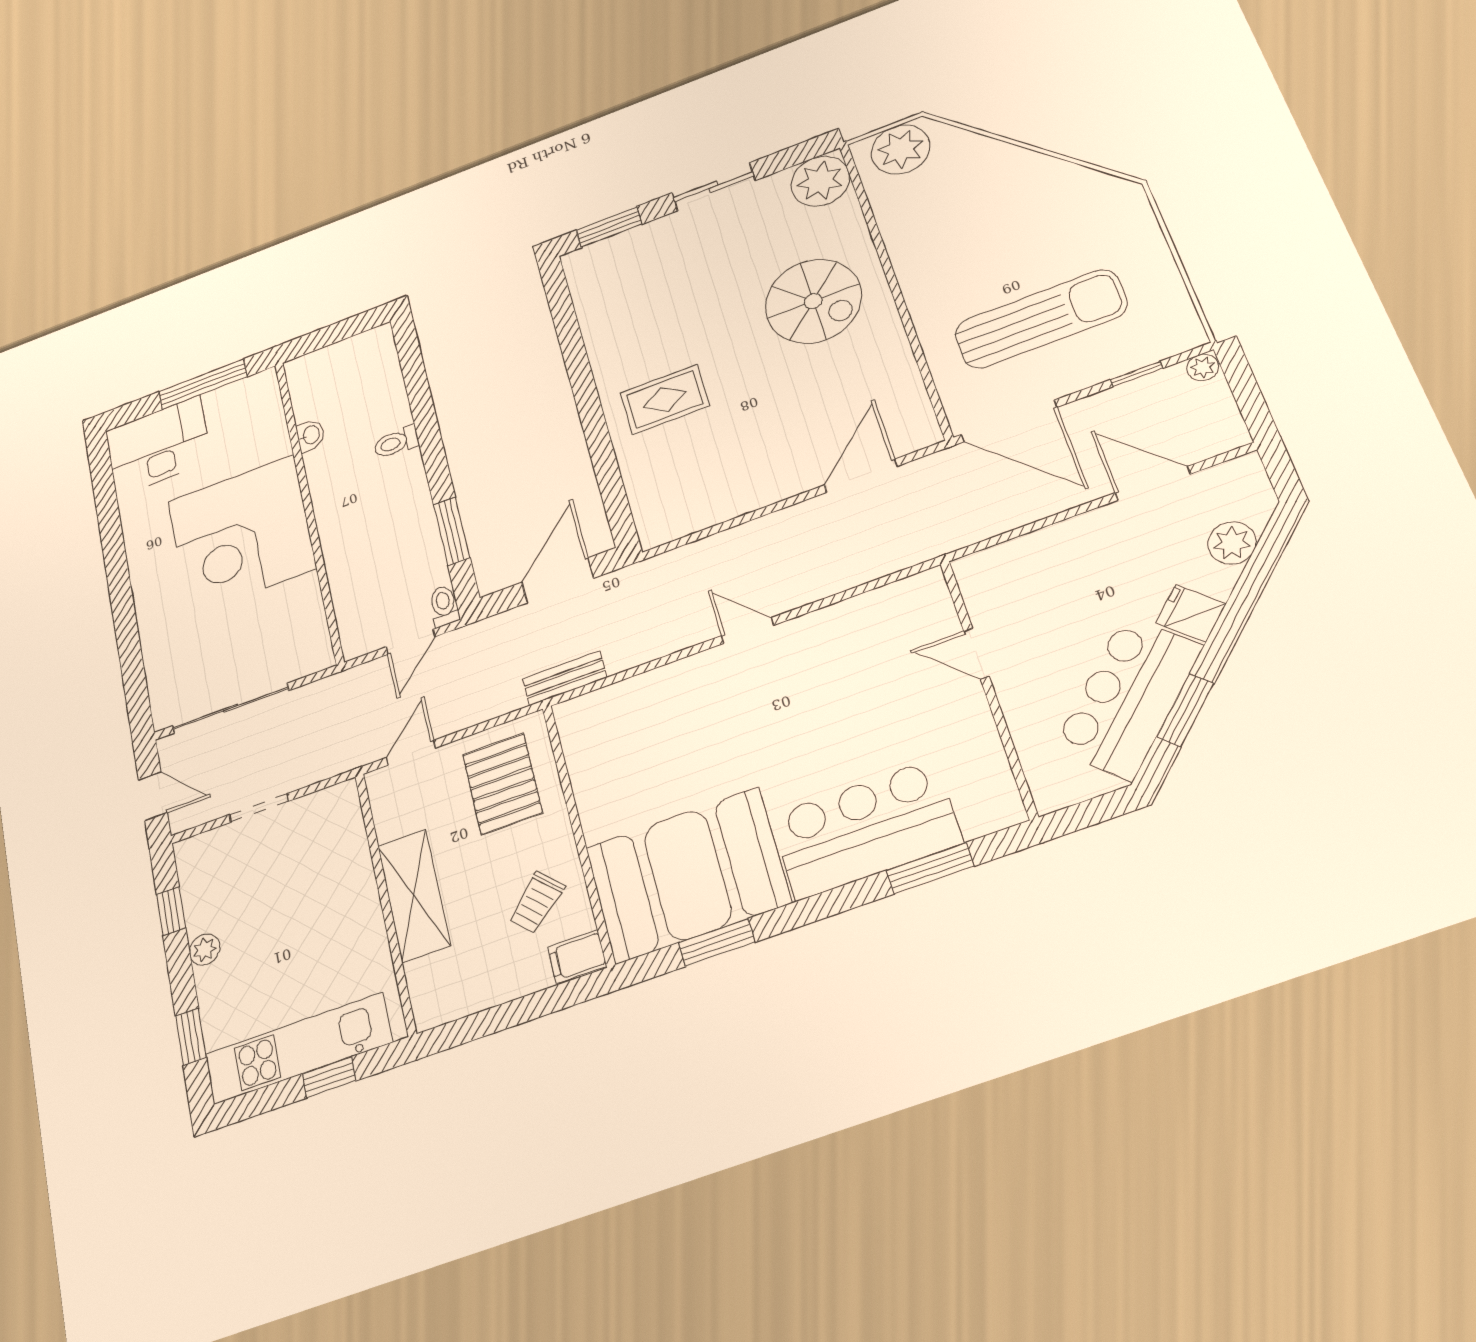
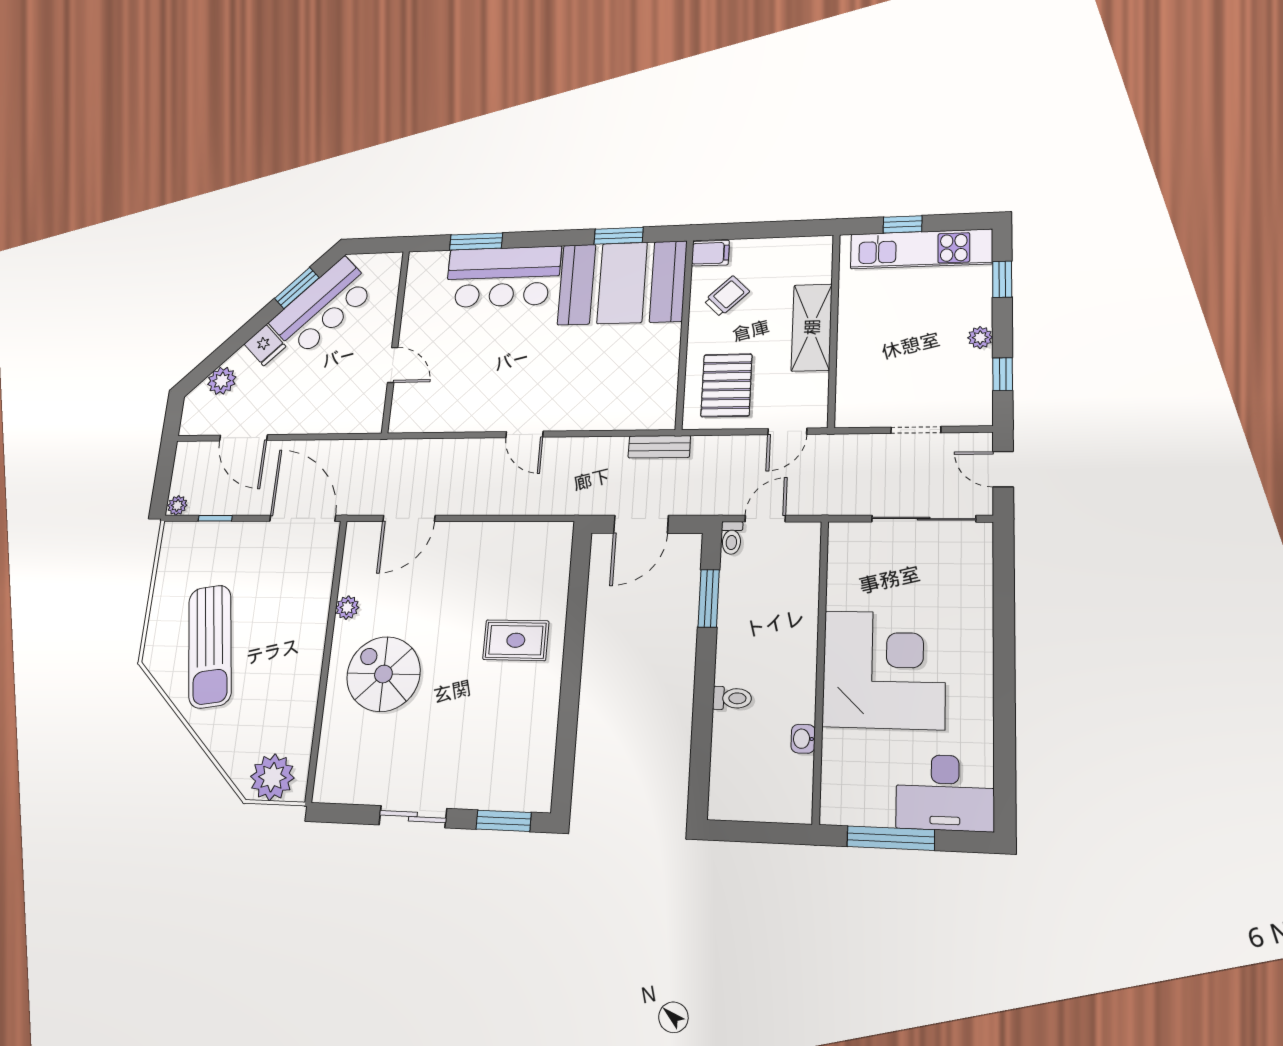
plant: (820, 181) -> (347, 608), moved, width x0.53, depth x0.53
sun lounger: (1041, 319) -> (210, 646), moved, turned -99

